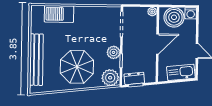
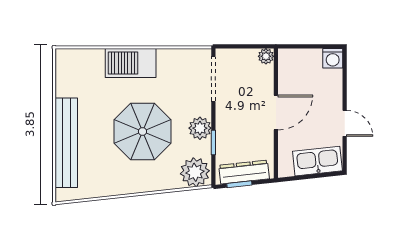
barbecue: (59, 14) -> (131, 63), moved
boiler: (174, 17) -> (304, 66), removed
parasol: (77, 67) -> (142, 132), moved
dresser: (134, 78) -> (244, 172), width x1.44

